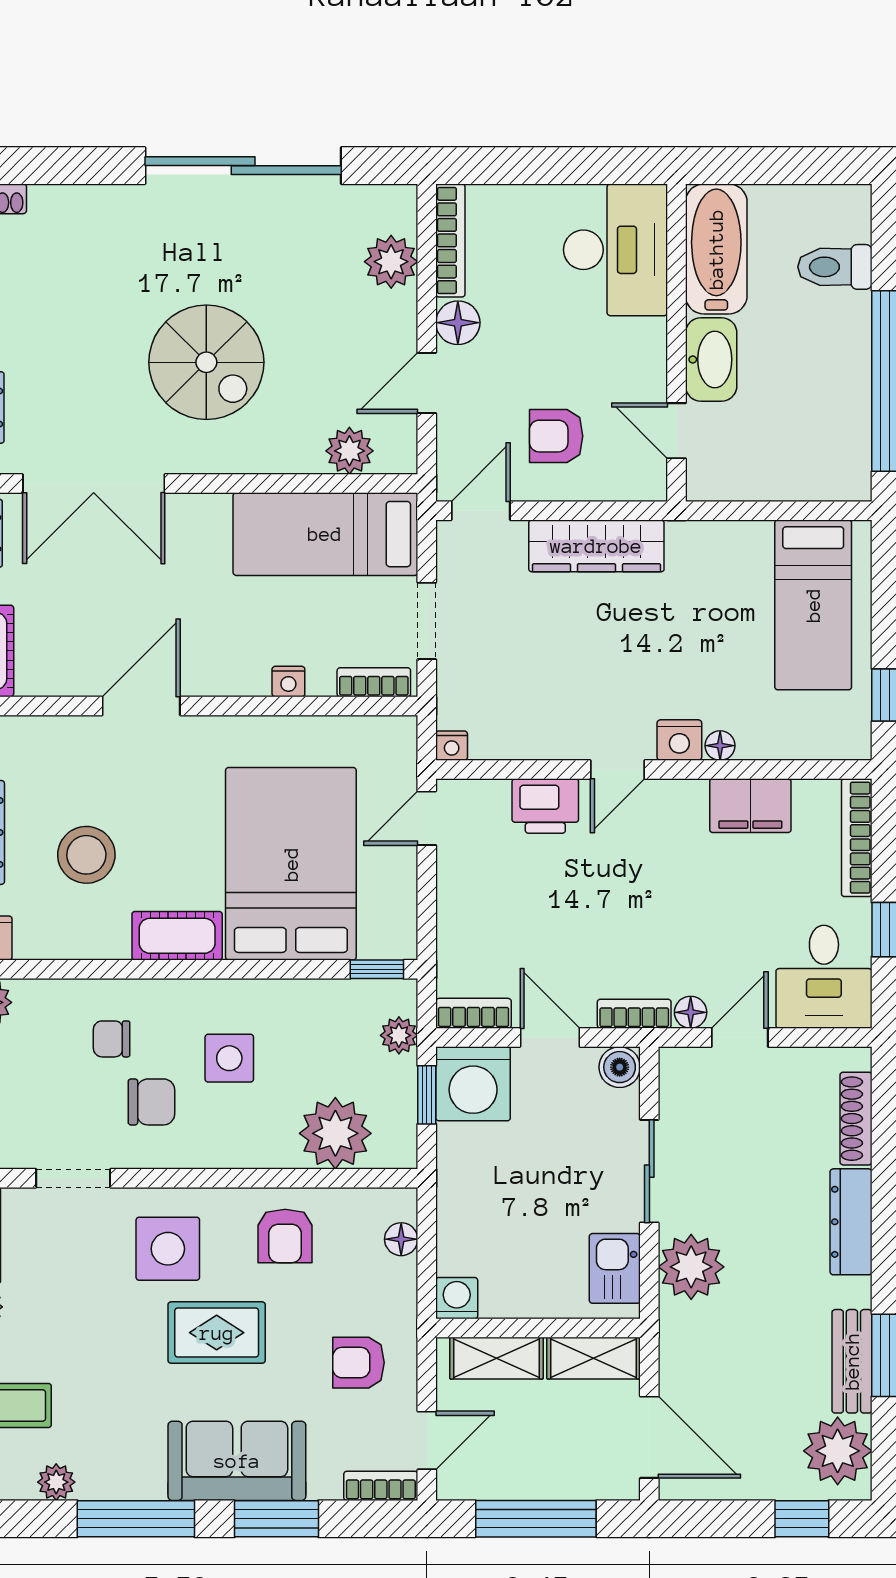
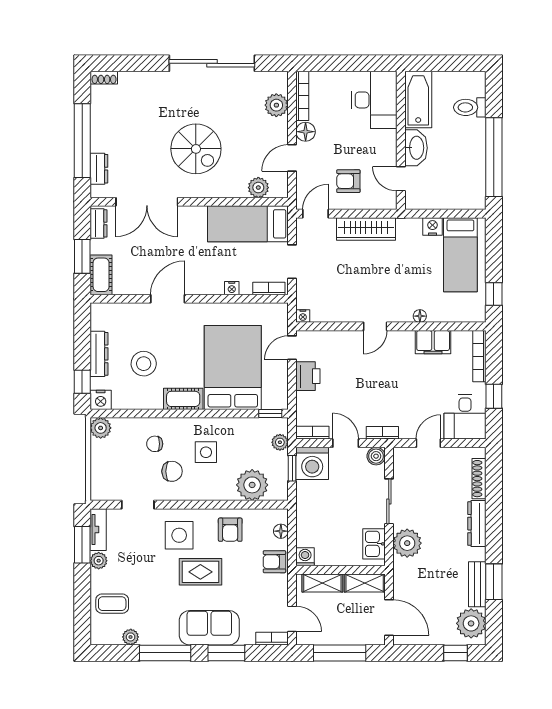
nightstand: (679, 740) -> (433, 226), moved, turned 180
printer: (545, 806) -> (308, 376), moved, turned -90
floor lamp: (691, 1012) -> (407, 432), removed
armchair: (358, 1363) -> (274, 562), moved
door: (427, 1440) -> (292, 619), hinge flipped

